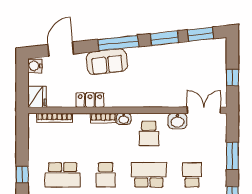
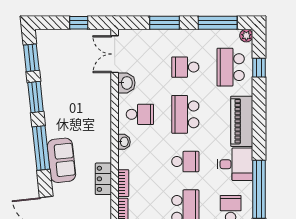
bookcase: (103, 118) -> (123, 183), moved

